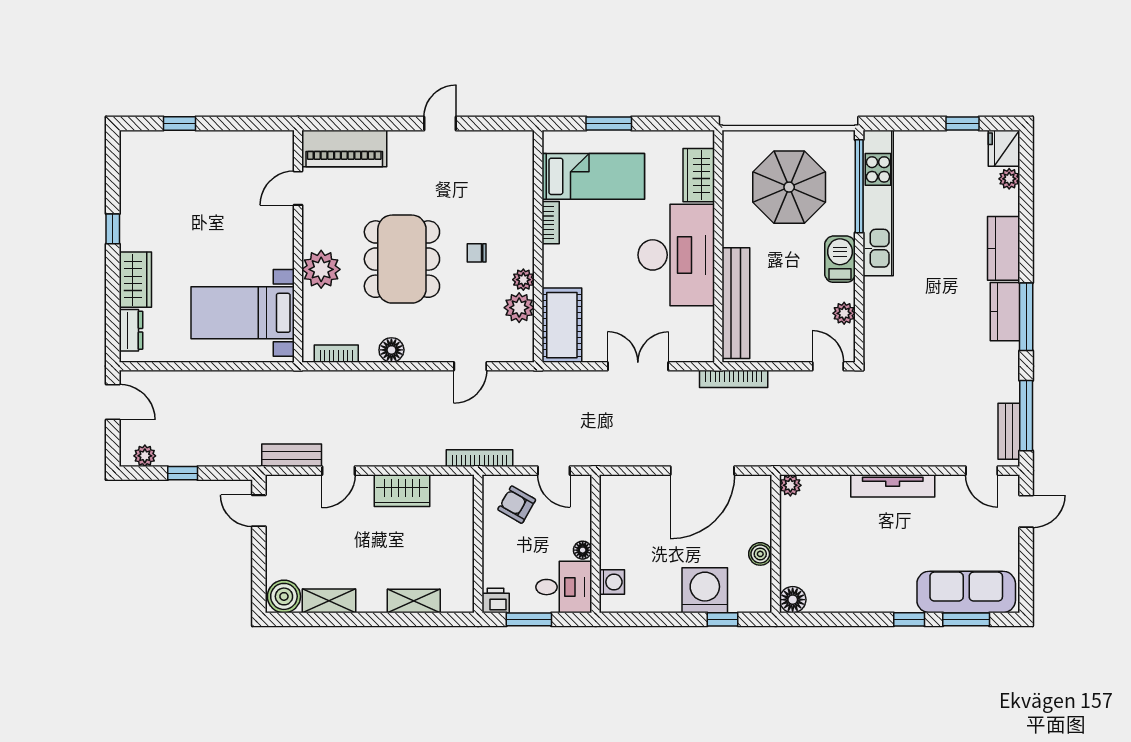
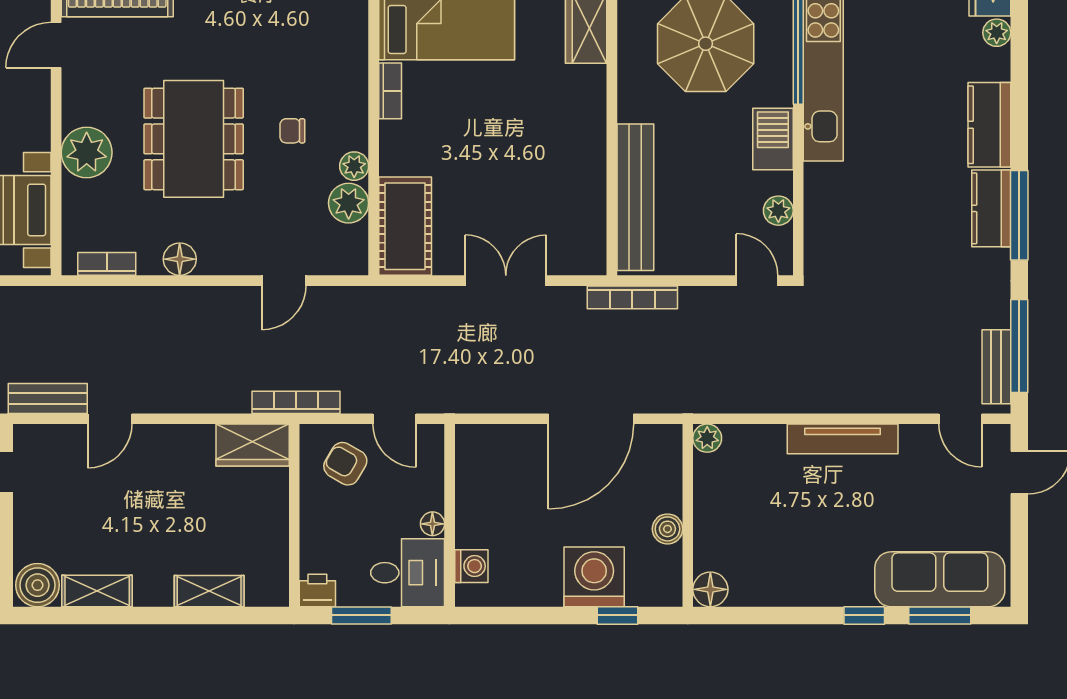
desk: (676, 255) -> (556, 133), removed
wardrobe: (402, 491) -> (253, 445), moved

